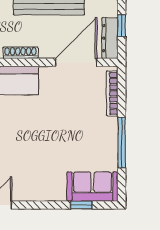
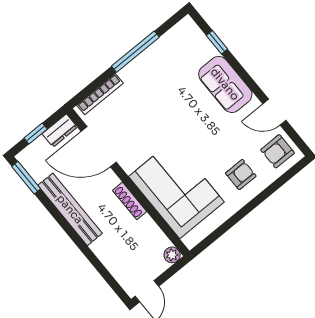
dresser: (110, 38) -> (60, 130), width x0.70
sofa: (92, 187) -> (225, 84), moved

